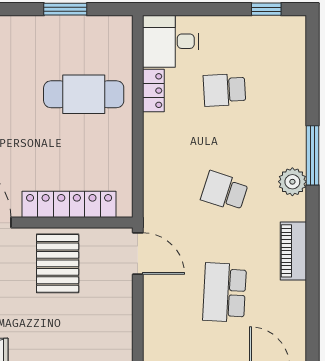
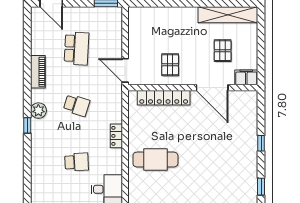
locker: (153, 91) -> (116, 136), moved
window: (312, 155) -> (27, 125), width x0.46
pallet: (58, 263) -> (170, 65), width x0.67, depth x0.71

